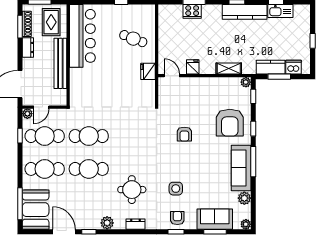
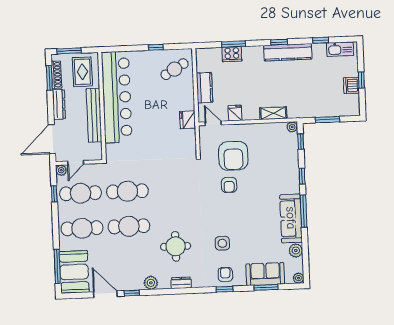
kitchen sink: (280, 11) -> (340, 49), moved
bar counter: (82, 36) -> (117, 97), width x1.36
cafe table: (133, 39) -> (175, 69), moved, turned -51
dresser: (28, 47) -> (59, 104), width x1.44
kitchen counter: (271, 67) -> (205, 88), moved, turned 90
dishwasher: (293, 67) -> (351, 85), moved, turned -90
armchair: (230, 123) -> (233, 156), moved

